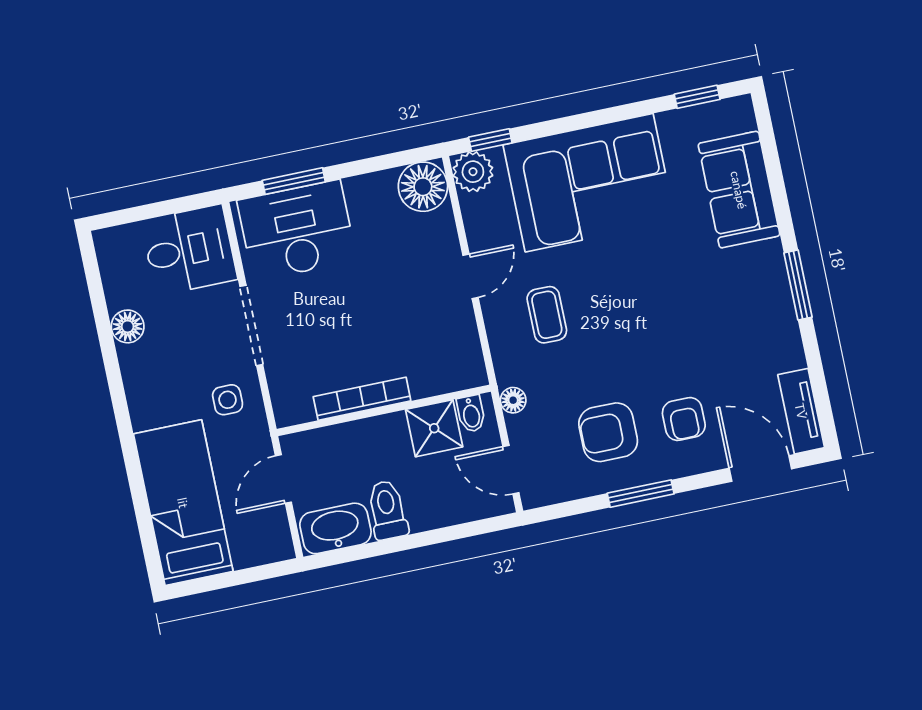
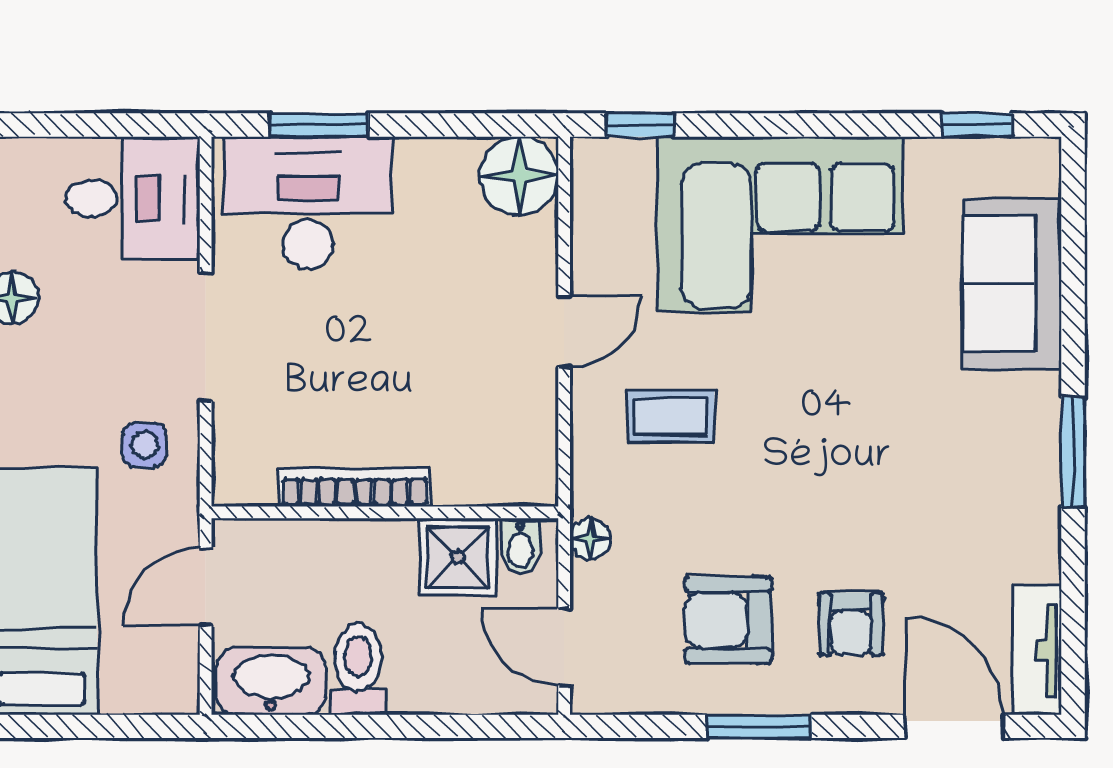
plant: (473, 172) -> (602, 169), removed
coffee table: (547, 315) -> (671, 416), turned 90

